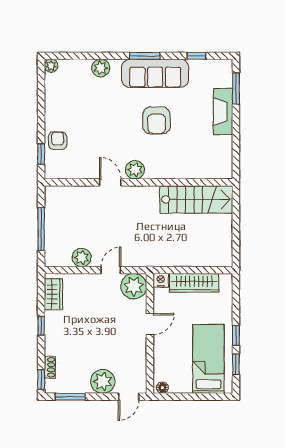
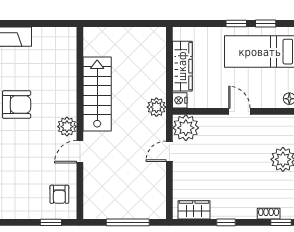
armchair: (58, 141) -> (59, 194), moved, turned -90
stairs: (196, 199) -> (97, 94), moved
plant: (82, 258) -> (156, 107), moved
door: (111, 270) -> (169, 151), hinge flipped
door: (150, 324) -> (239, 111), moved

